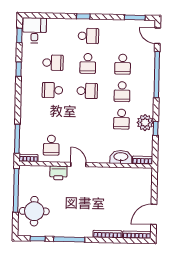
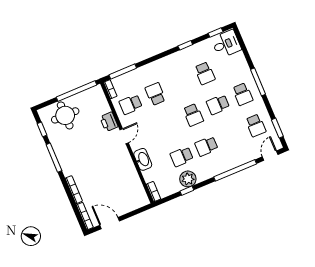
window: (83, 16) -> (258, 82), width x2.17
school desk: (123, 64) -> (256, 125), moved, turned -90
school desk: (52, 90) -> (155, 94), moved
washbasin: (121, 157) -> (143, 159), moved

